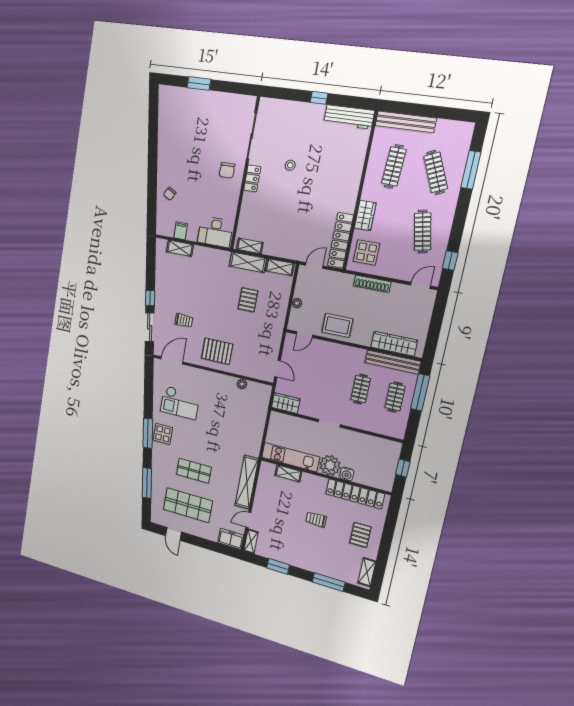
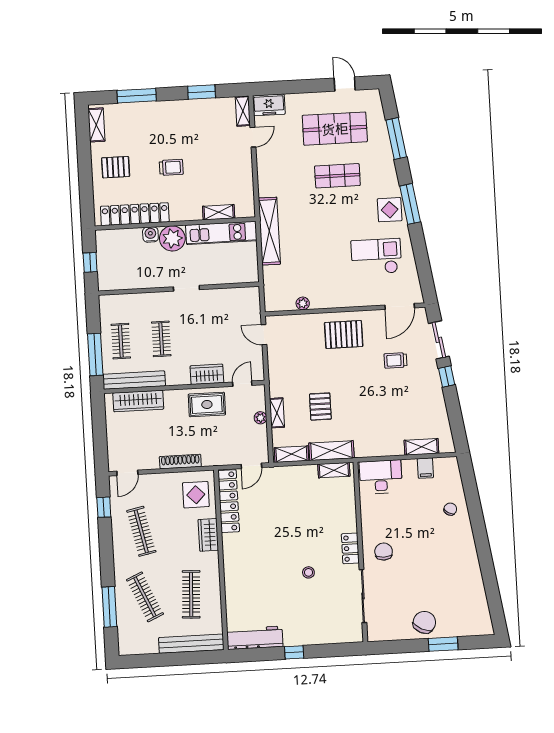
chair: (209, 105) -> (424, 622), added
shelving: (283, 304) -> (277, 413), added
wardrobe: (286, 403) -> (207, 374), moved, turned 180
shelving: (247, 482) -> (269, 231), moved
pallet: (360, 535) -> (116, 167), turned 90

